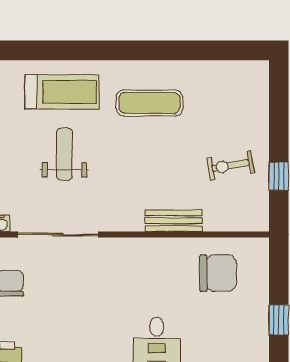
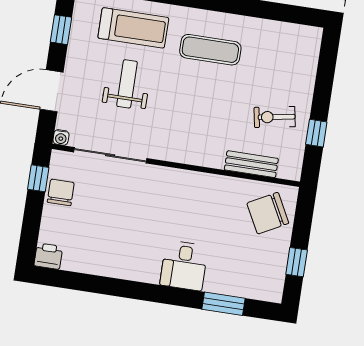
bench: (174, 221) -> (251, 164), moved
chair: (218, 273) -> (268, 213), moved, turned 152

